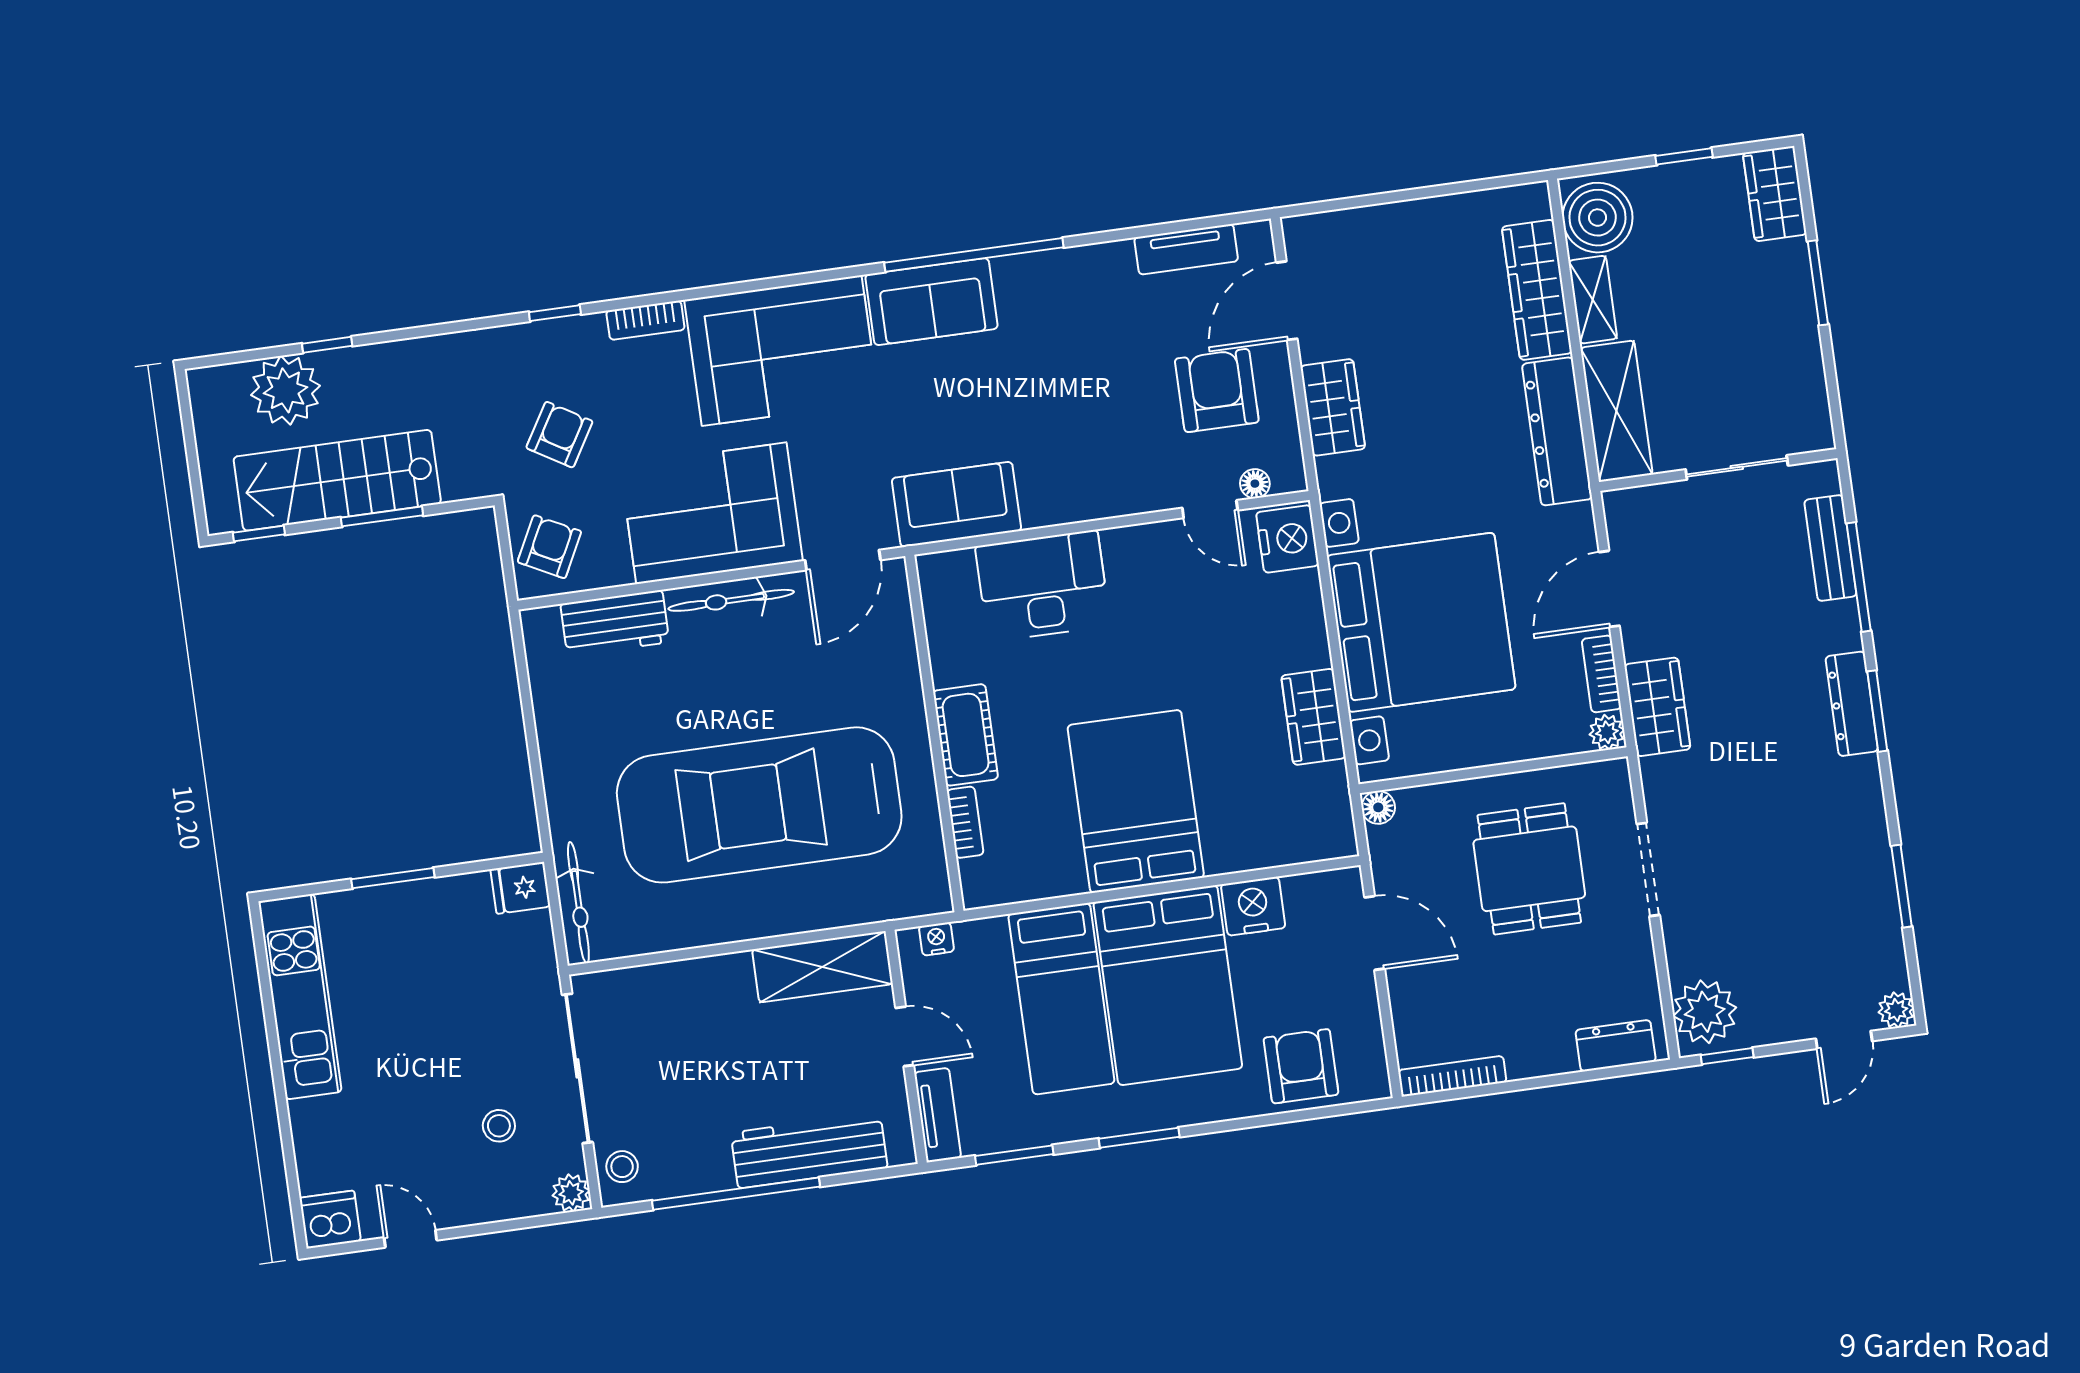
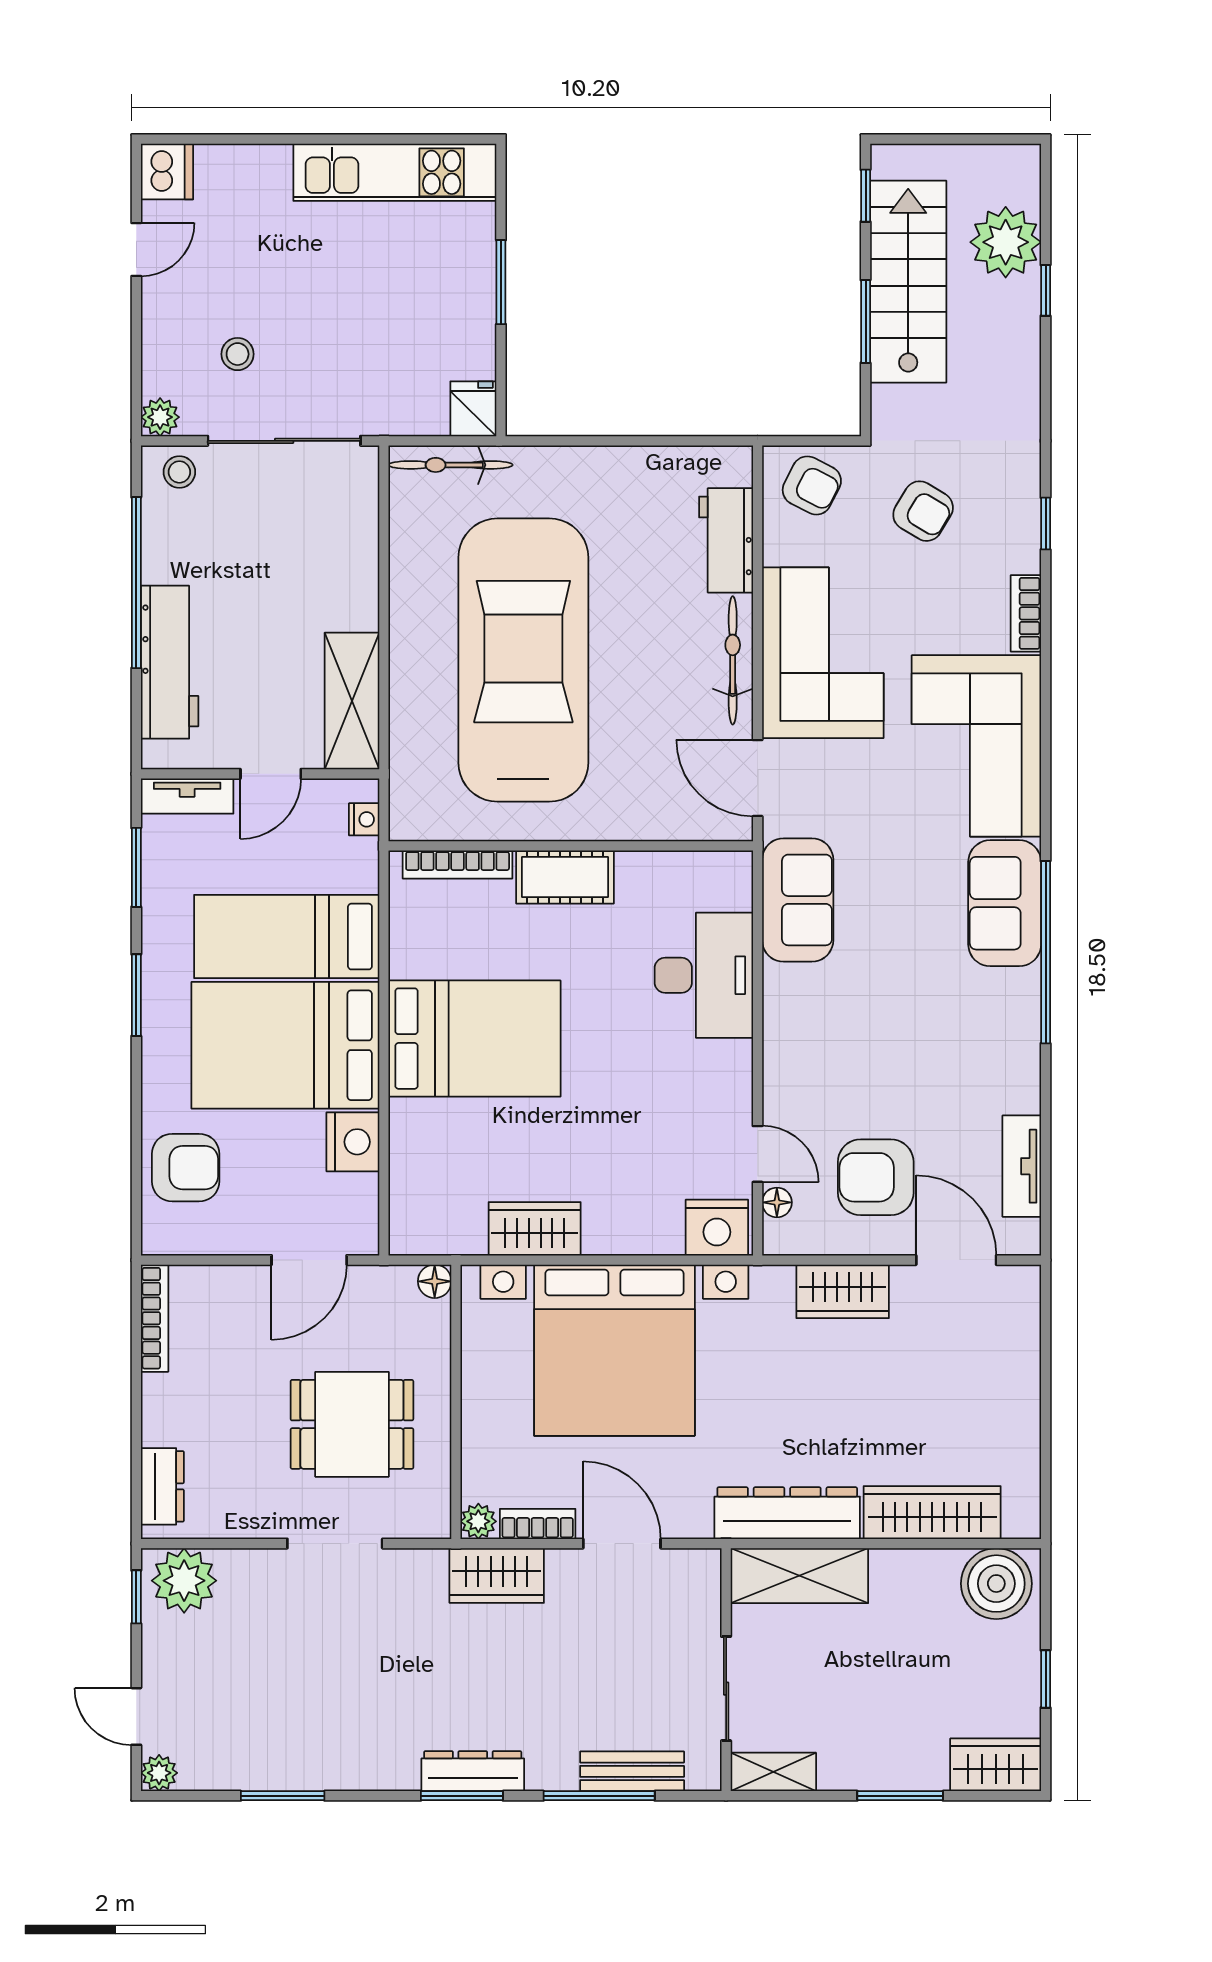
shelving: (1593, 300) -> (773, 1772), moved
armchair: (1217, 391) -> (876, 1177), turned 180
door: (1210, 509) -> (758, 1154), swing flipped
bookcase: (965, 822) -> (458, 864), width x1.56

